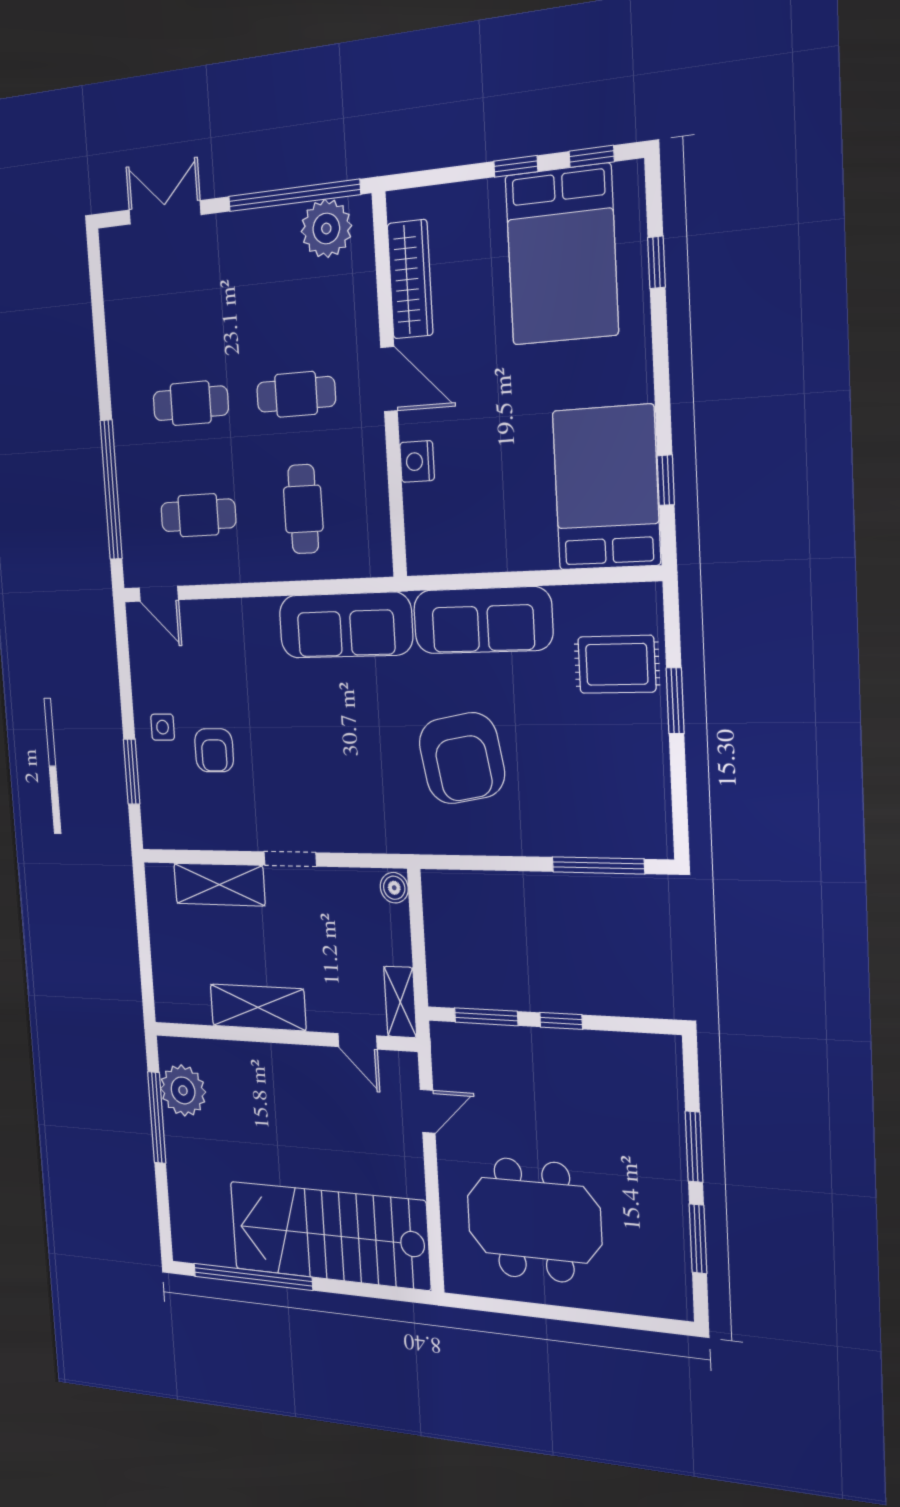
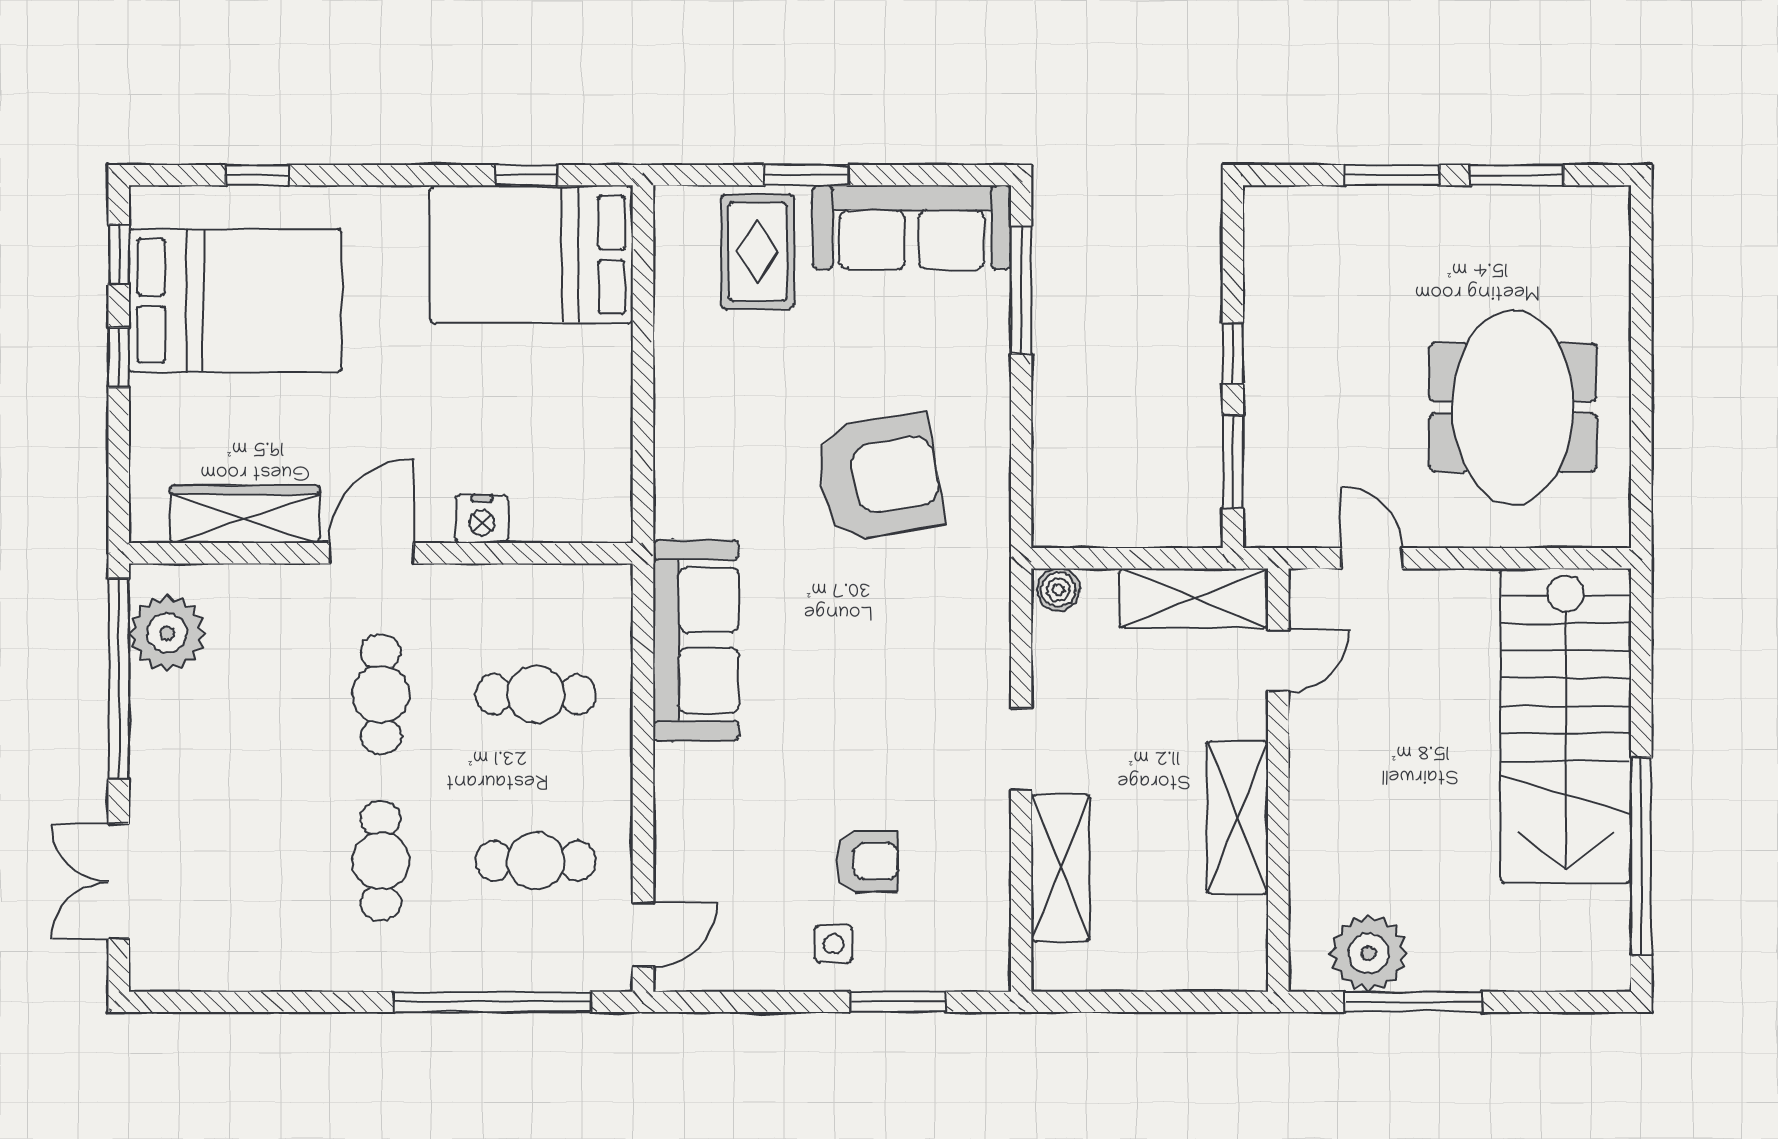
cafe table: (198, 515) -> (536, 861), turned 90
sofa: (483, 620) -> (912, 227), moved, turned 90
shelving: (400, 1002) -> (1194, 598), width x1.50, depth x1.33

